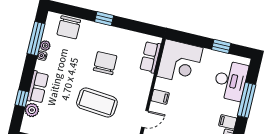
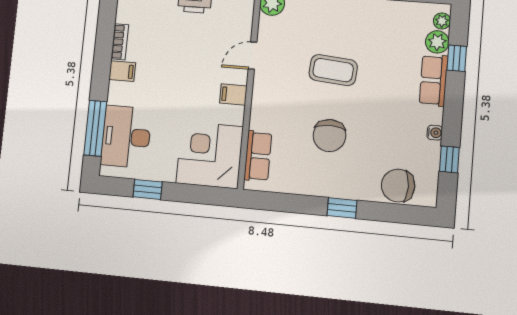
chair: (69, 27) -> (398, 186), turned -90
window: (36, 39) -> (449, 159), width x0.46
plant: (45, 46) -> (442, 21), moved
window: (247, 100) -> (95, 128), moved
coffee table: (97, 103) -> (333, 70), width x0.73, depth x0.76

